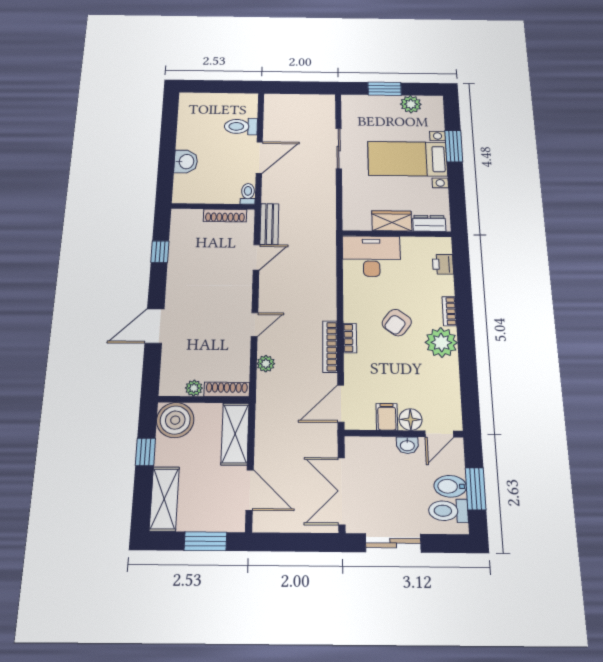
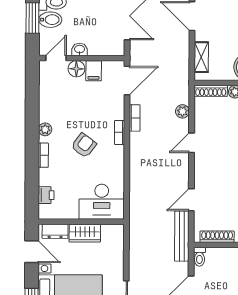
door: (457, 201) -> (32, 252), added
bench: (269, 224) -> (182, 236), width x1.36
plant: (441, 342) -> (45, 129), width x0.53, depth x0.53
bookcase: (330, 347) -> (135, 118), width x0.64
shelving: (235, 434) -> (201, 57), width x0.67, depth x0.75

